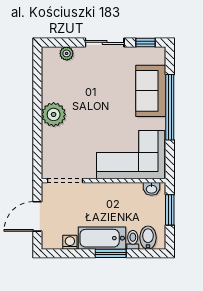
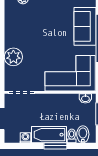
plant: (54, 114) -> (13, 57), moved

